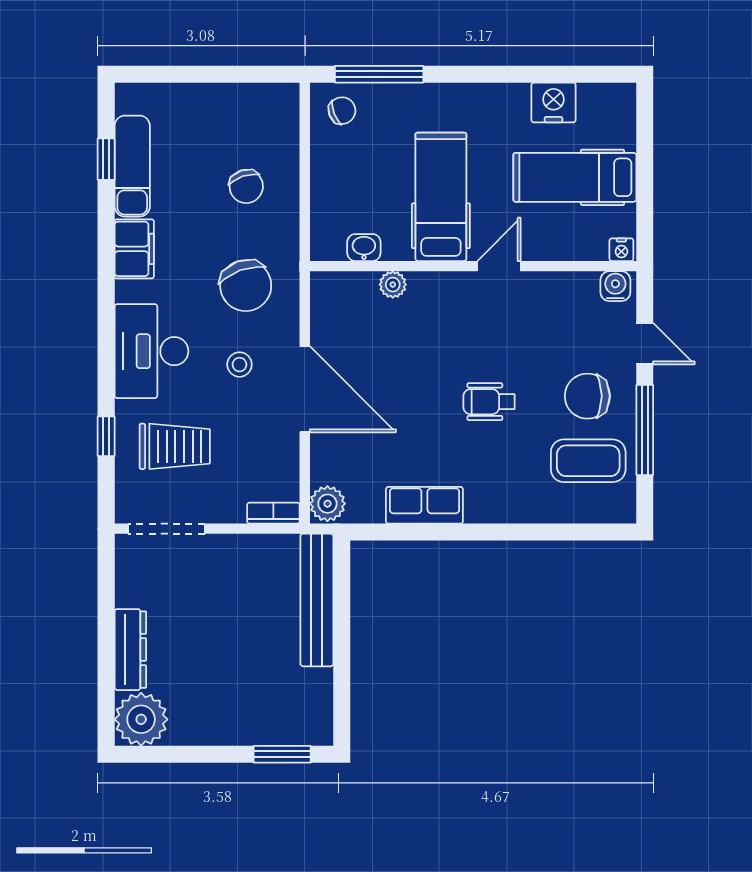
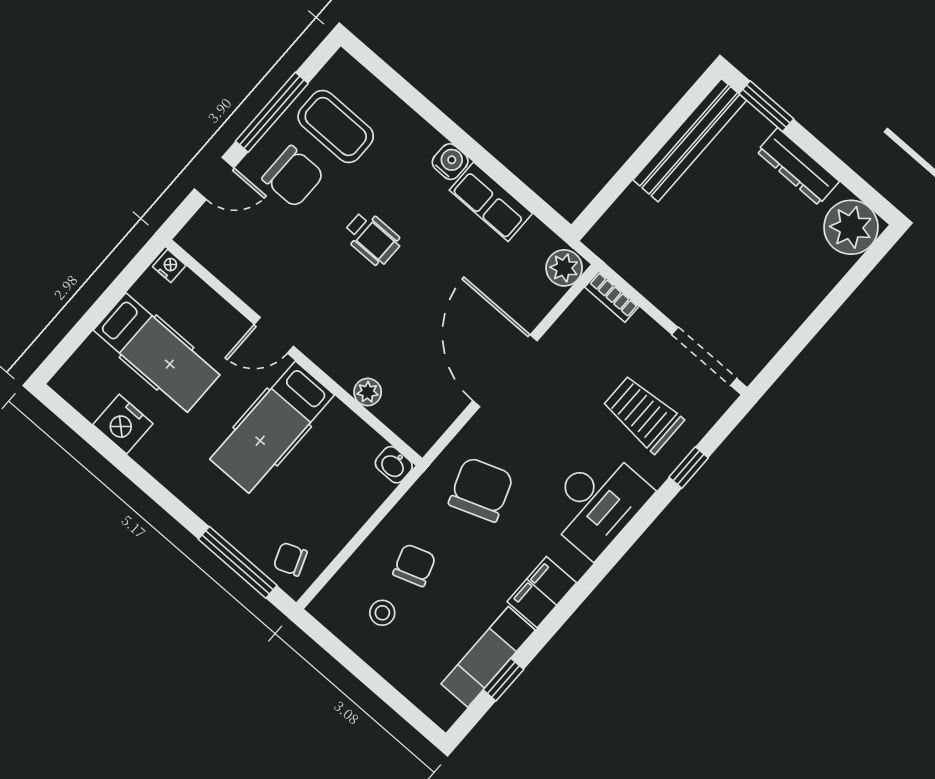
washbasin: (364, 248) -> (394, 465), moved
water cooler: (615, 286) -> (450, 162), moved, turned 180
door: (645, 344) -> (214, 178), swing flipped
stool: (239, 365) -> (382, 613), moved
bench: (317, 600) -> (690, 140), moved
dresser: (130, 650) -> (798, 167), moved, turned -90

